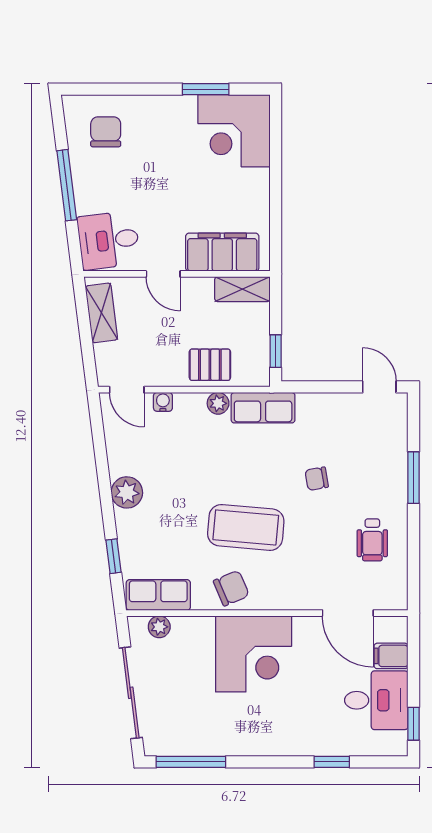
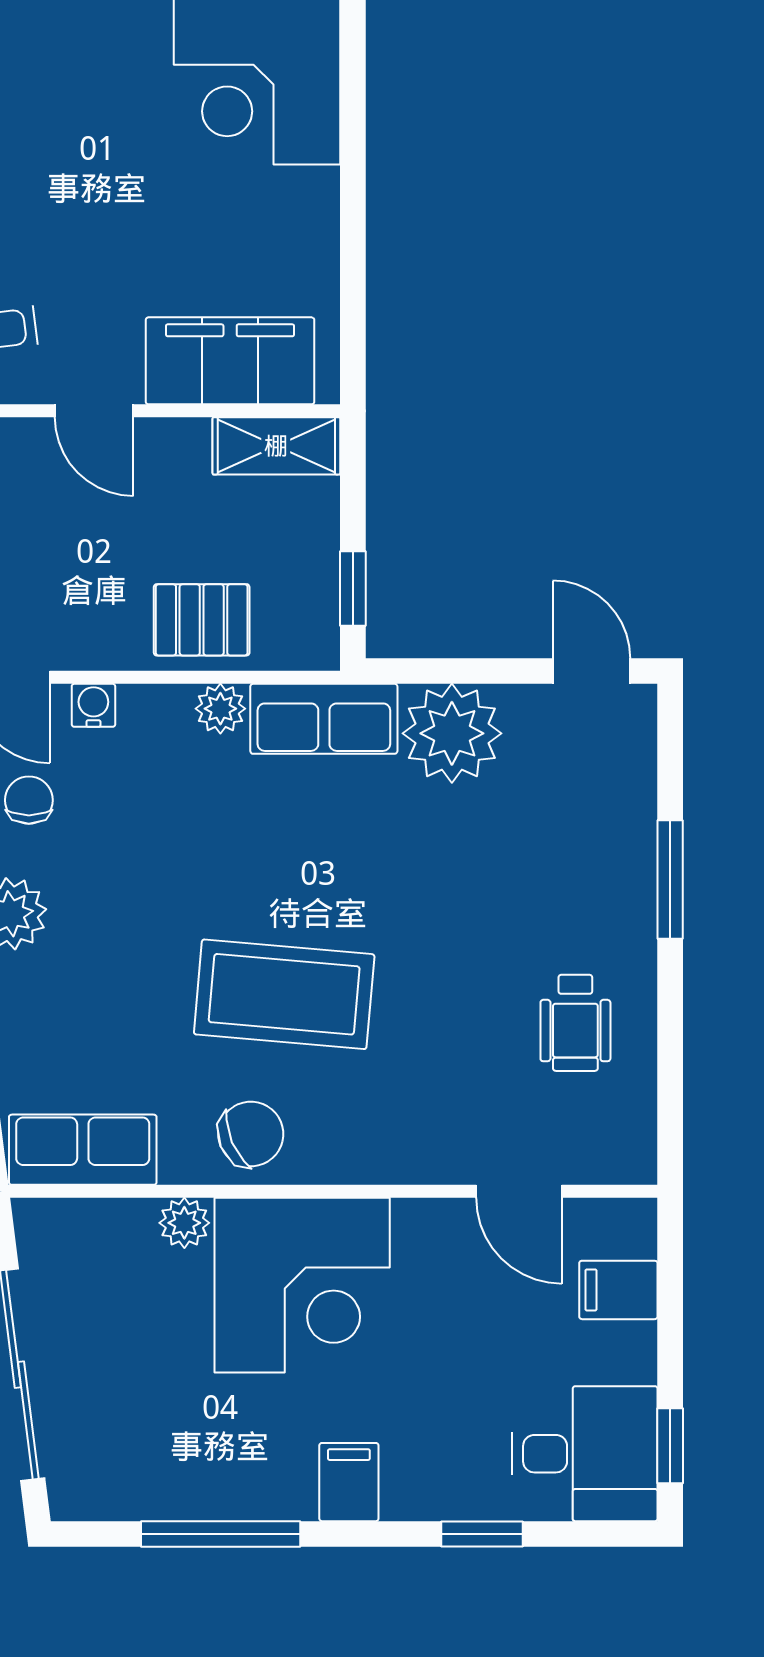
plant: (319, 414) -> (452, 733), added
chair: (317, 479) -> (29, 800), moved, turned 100
door: (348, 613) -> (519, 1191), width x0.73
plant: (159, 627) -> (184, 1223), moved
desk: (376, 700) -> (584, 1454), moved
filing cabinet: (274, 739) -> (349, 1482), added
window: (191, 762) -> (221, 1534), moved

